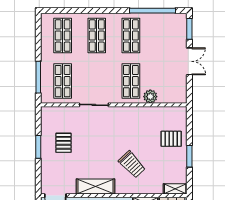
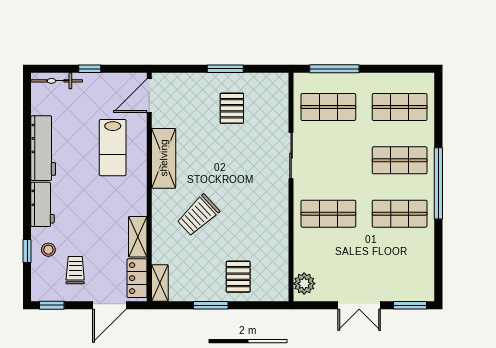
window: (152, 11) -> (438, 183), moved
plant: (150, 97) -> (304, 284), moved
pallet: (63, 143) -> (232, 108), turned 90

